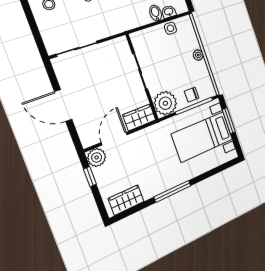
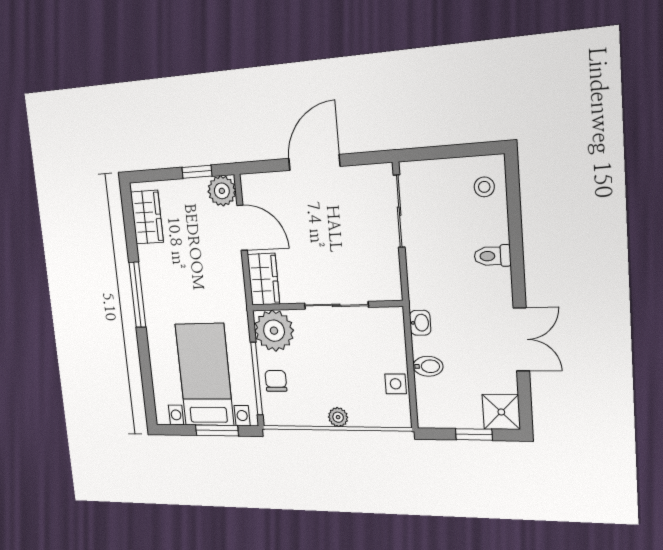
washbasin: (169, 12) -> (420, 323), moved

